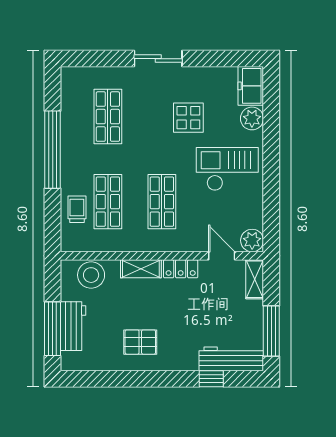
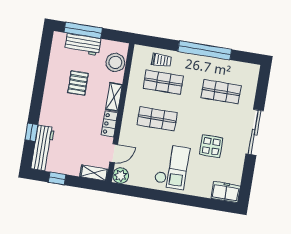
sliding door: (158, 59) -> (255, 132), width x1.37
plant: (252, 118) -> (203, 189), removed
window: (271, 331) -> (57, 178), width x0.46
pallet: (140, 342) -> (78, 83), moved

